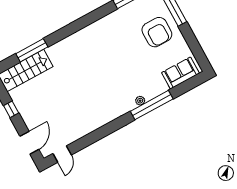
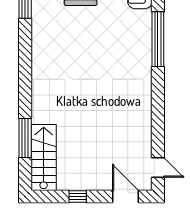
plant: (140, 101) -> (146, 49), removed

